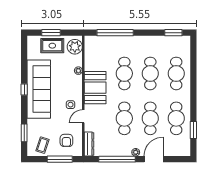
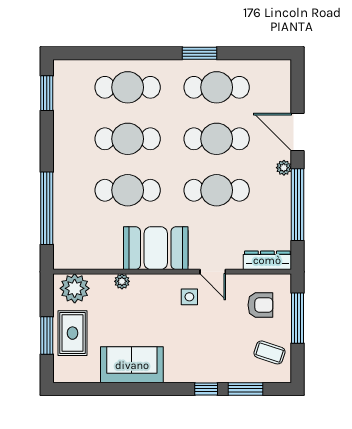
window: (24, 89) -> (206, 389), moved
sofa: (39, 89) -> (132, 365), width x0.54, depth x0.79
window: (193, 130) -> (200, 53), moved

